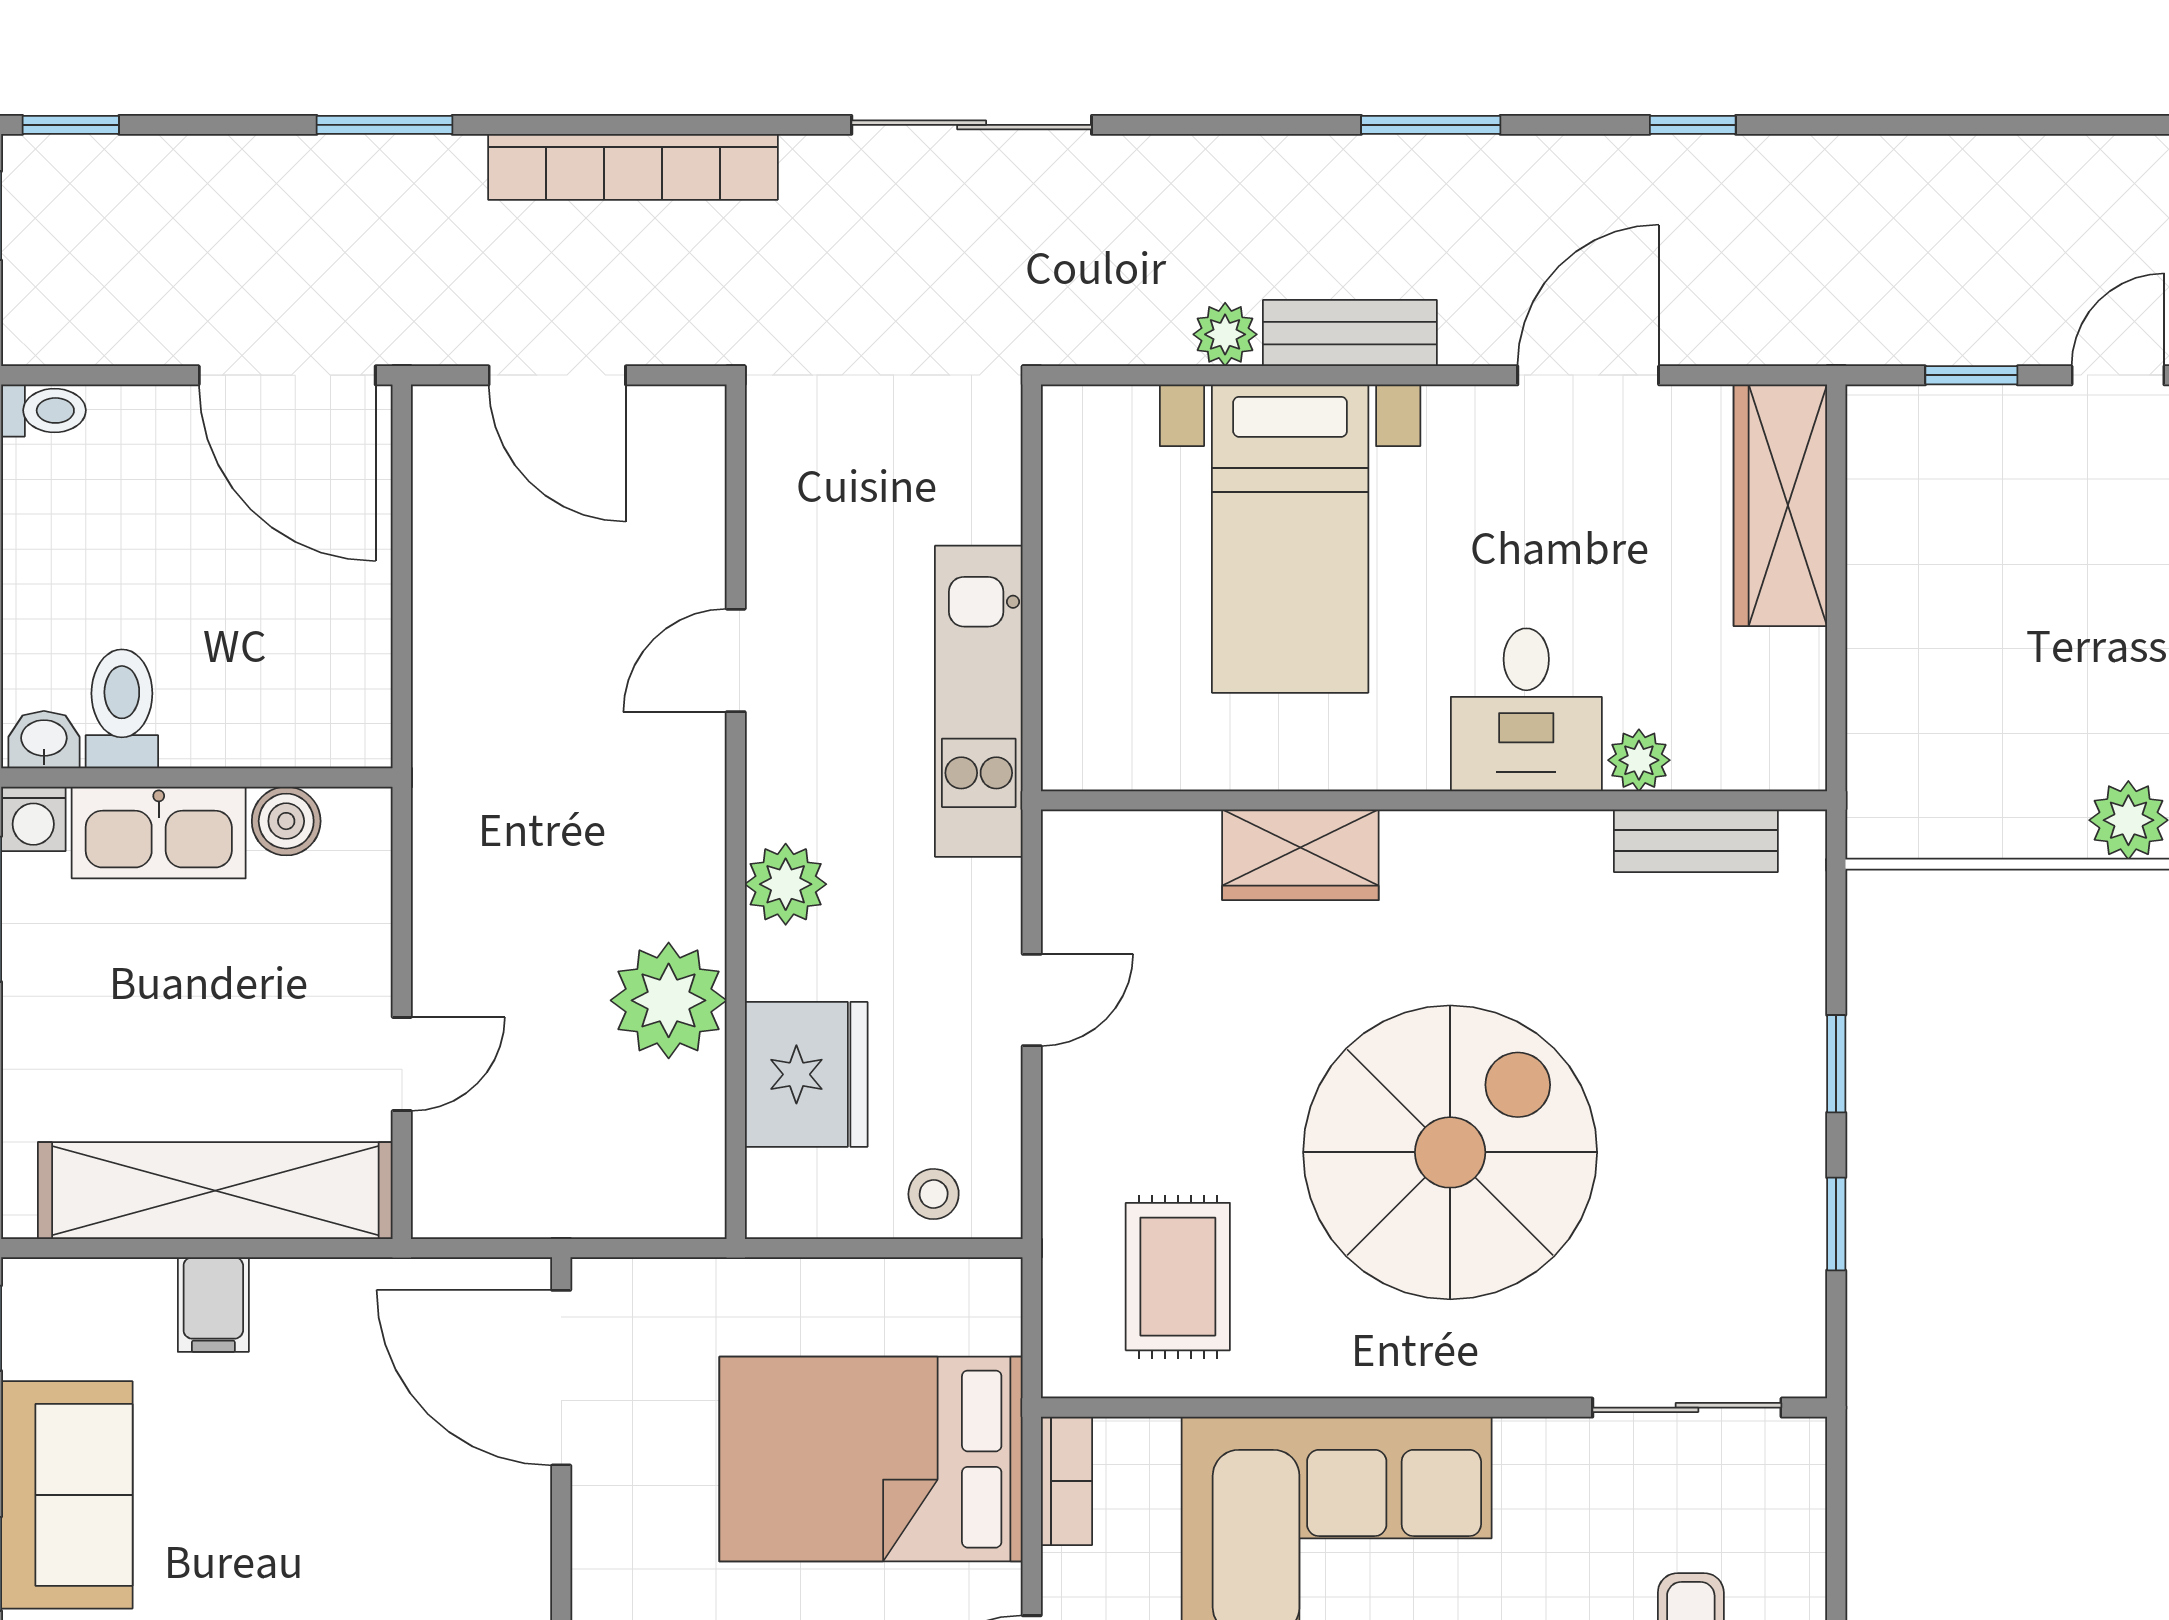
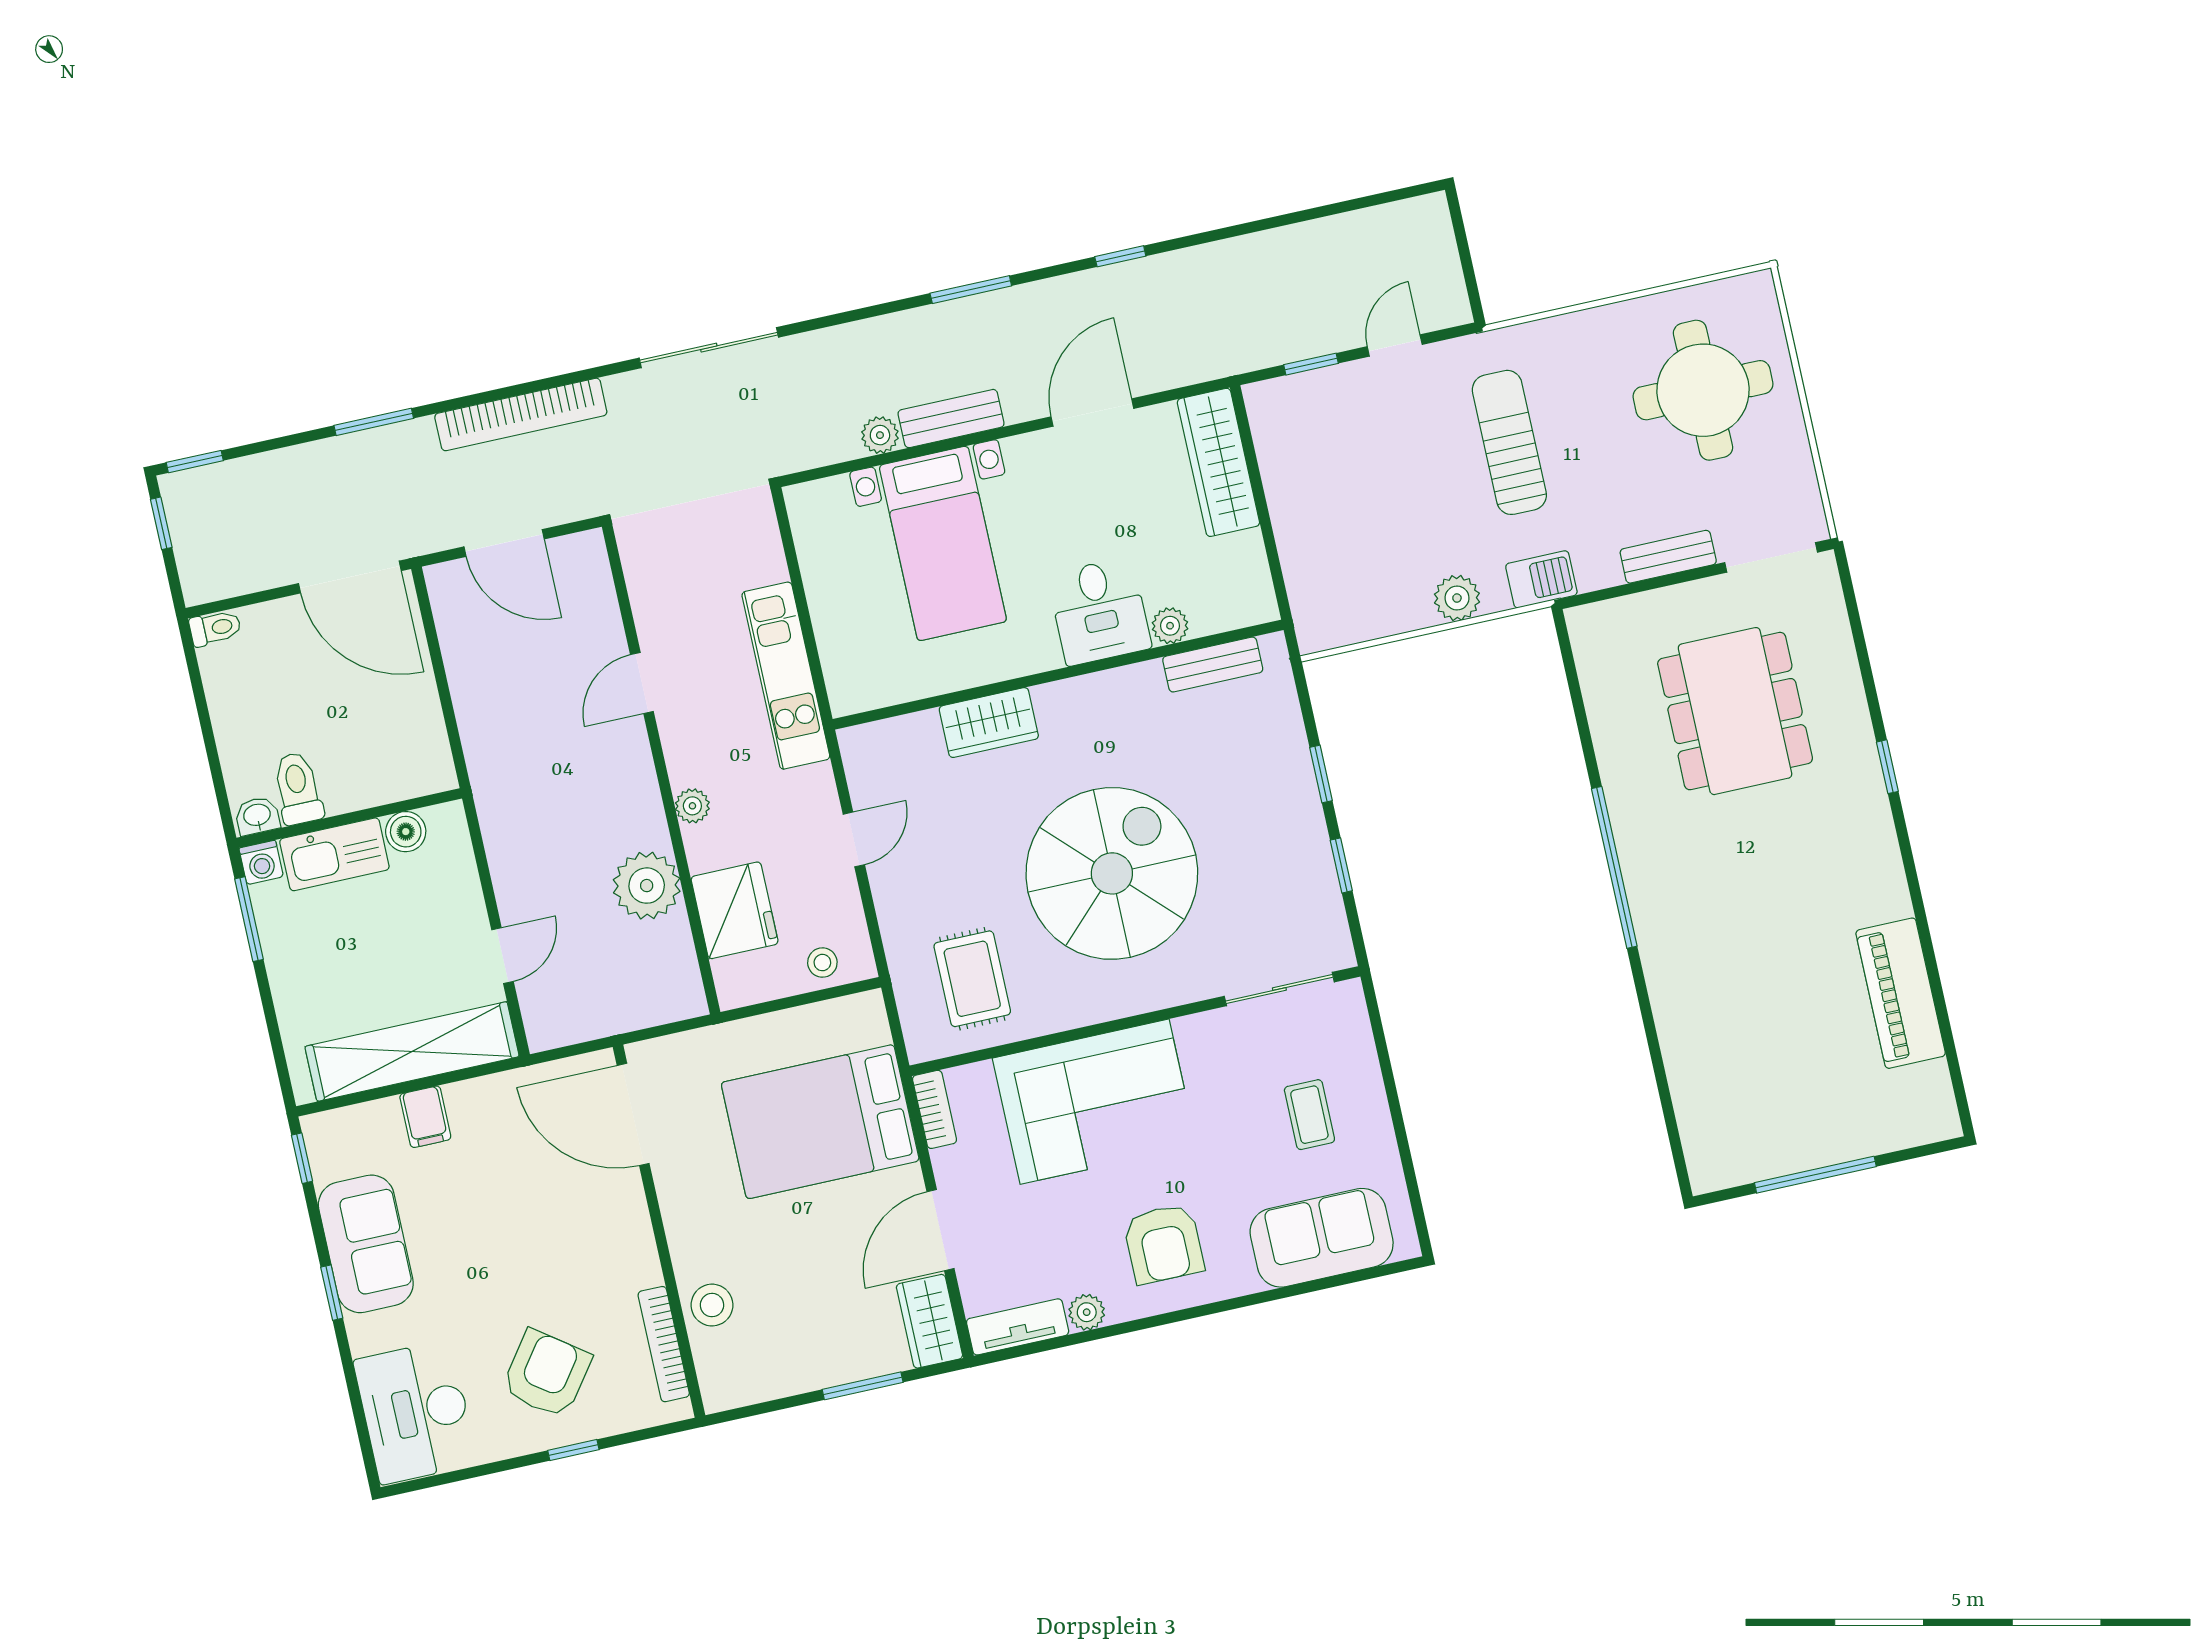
plant: (786, 884) -> (692, 806), width x0.73, depth x0.73

